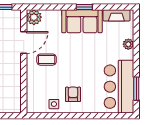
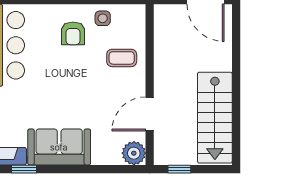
window: (84, 7) -> (24, 169), moved
coffee table: (47, 60) -> (122, 58), moved

